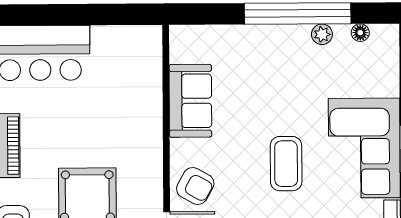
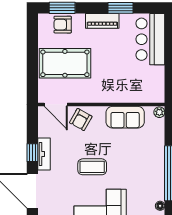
plant: (322, 34) -> (159, 112), moved

